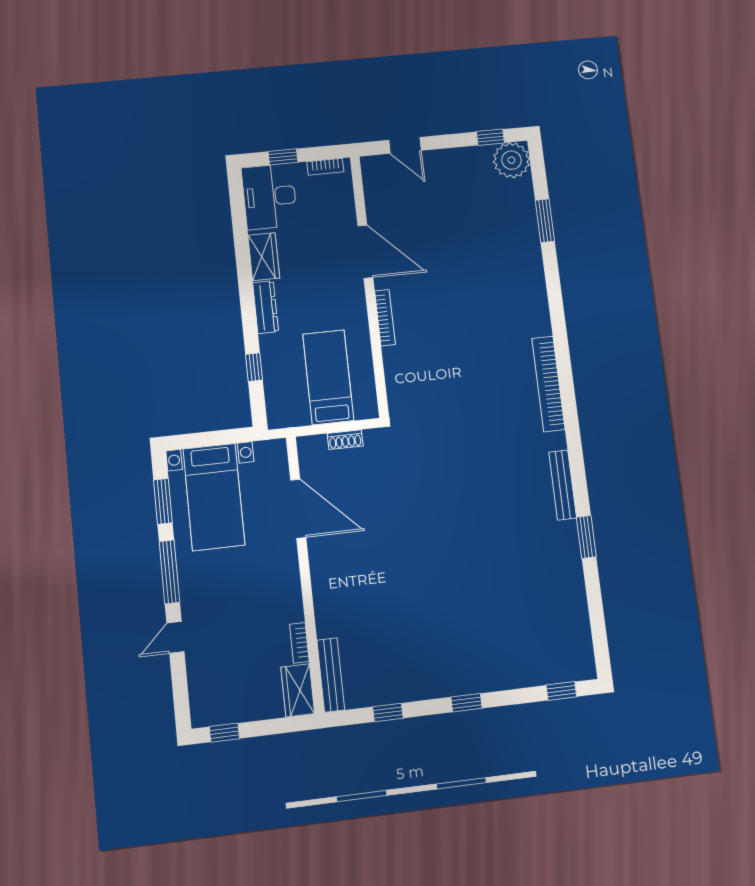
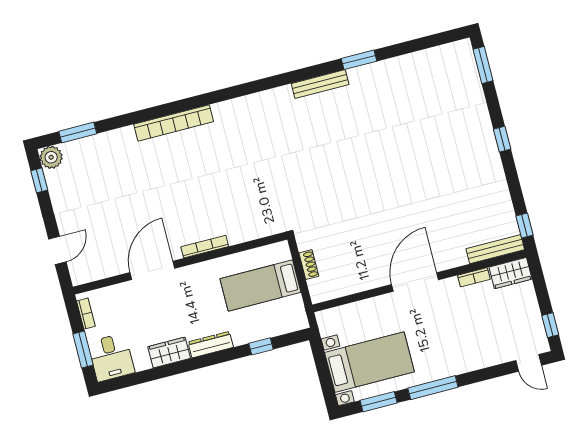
window: (283, 157) -> (83, 350), width x1.50
plant: (511, 160) -> (51, 157), width x0.73, depth x0.73
desk: (269, 197) -> (111, 357), width x0.73
window: (545, 221) -> (78, 132), moved
bookcase: (548, 384) -> (174, 123), moved
door: (298, 509) -> (415, 282), moved
door: (175, 637) -> (529, 363), moved
window: (561, 691) -> (483, 65), width x1.50
window: (388, 712) -> (524, 225), moved

